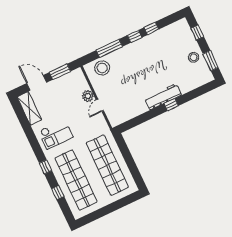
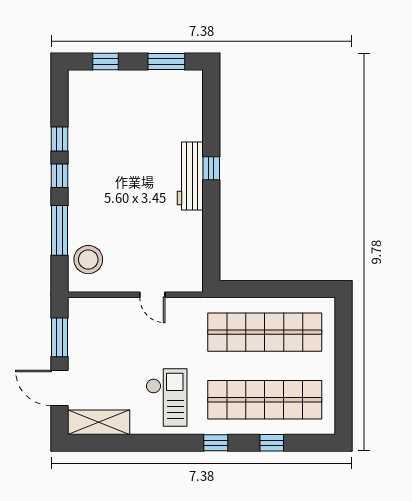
stool: (194, 57) -> (146, 89), removed
door: (37, 83) -> (60, 388), hinge flipped
plant: (88, 96) -> (126, 309), removed

